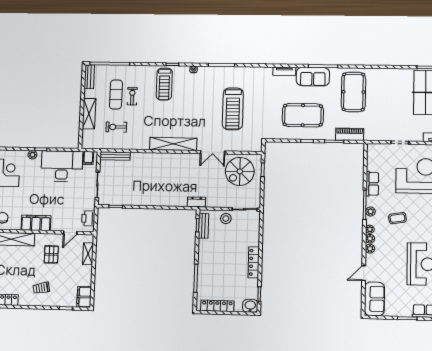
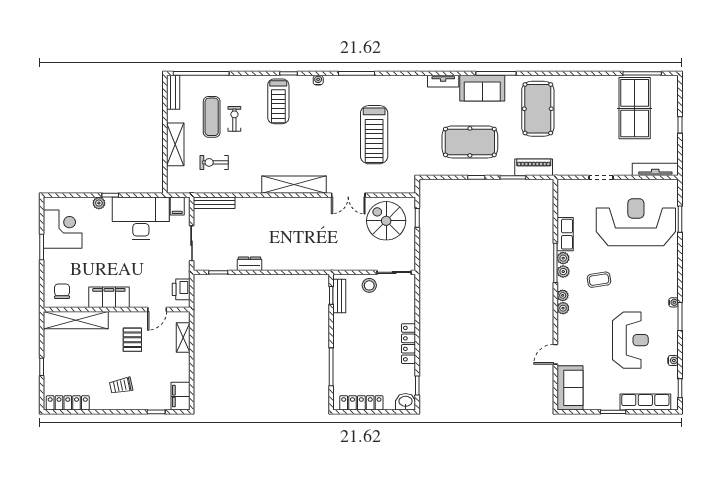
spiral stairs: (240, 171) -> (386, 221), turned 90
dresser: (196, 202) -> (249, 264), moved
plant: (370, 249) -> (563, 258), moved

